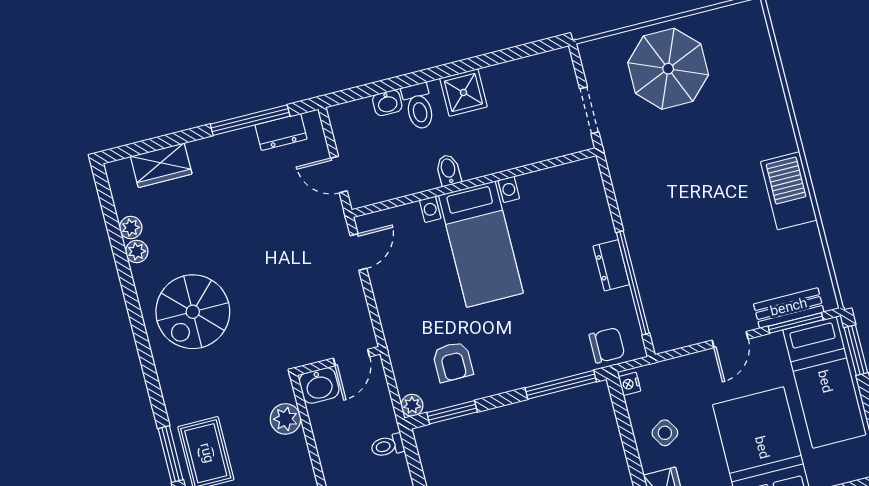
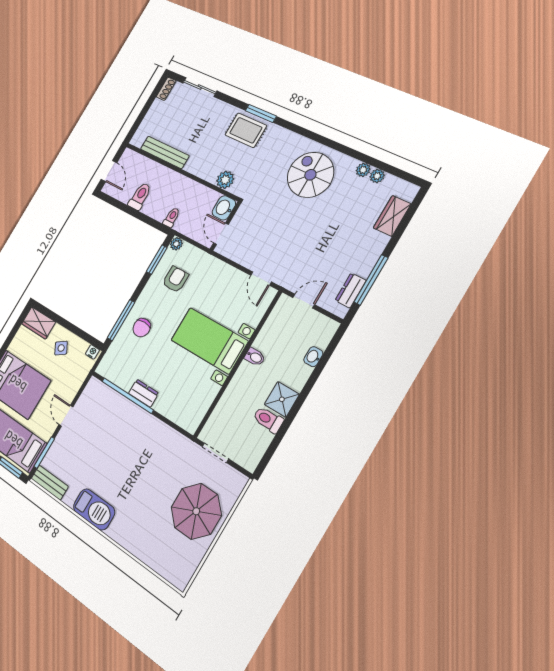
toilet: (419, 106) -> (268, 420), moved
bench: (789, 308) -> (50, 483), moved, turned 90
chair: (607, 345) -> (142, 328), moved
armchair: (453, 362) -> (175, 279), turned 90

